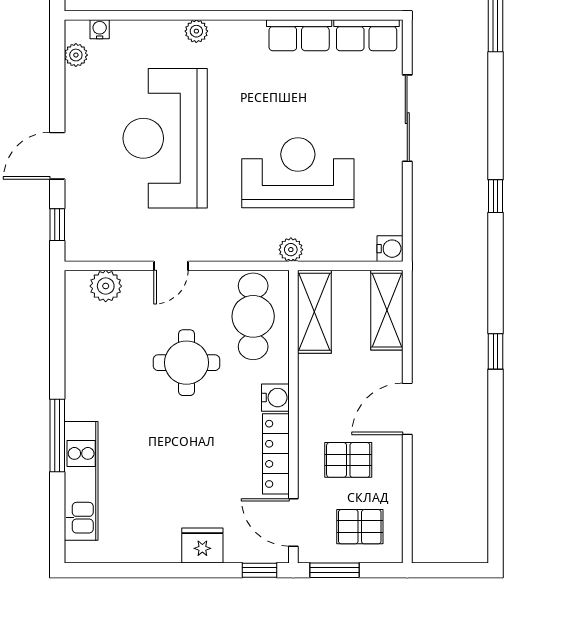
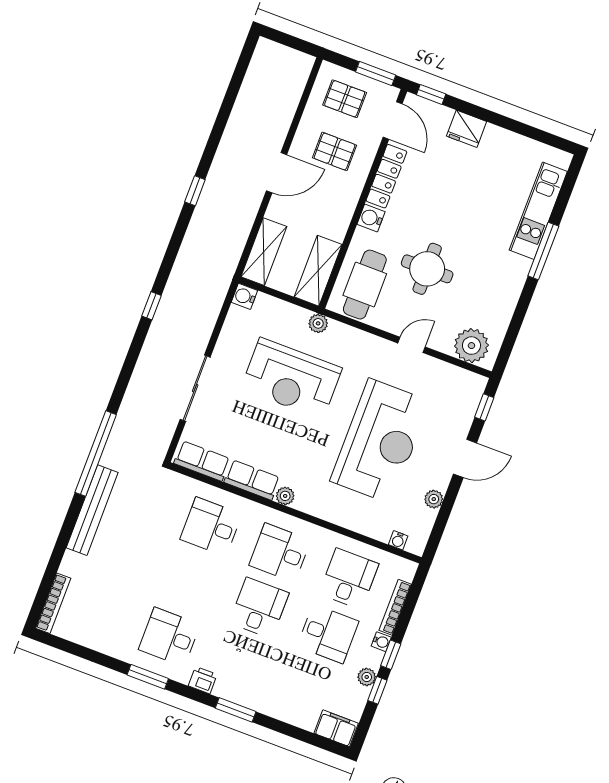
plant: (196, 31) -> (285, 496), moved
plant: (76, 55) -> (434, 499), moved
plant: (106, 286) -> (471, 346), width x1.36, depth x1.36

